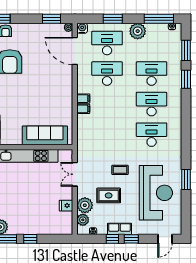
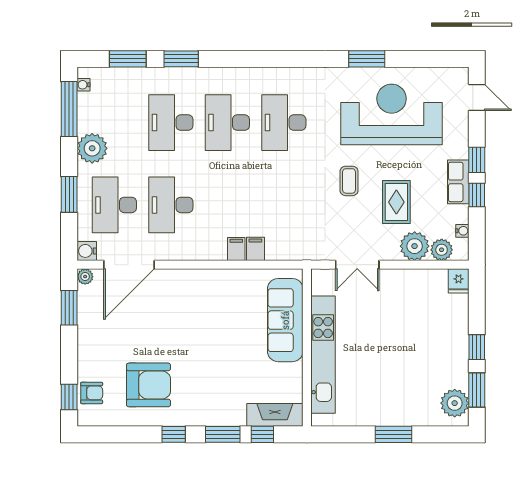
filing cabinet: (83, 99) -> (255, 249), moved
fridge: (66, 206) -> (459, 281), moved

